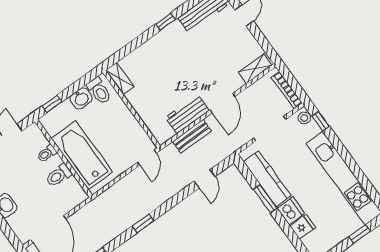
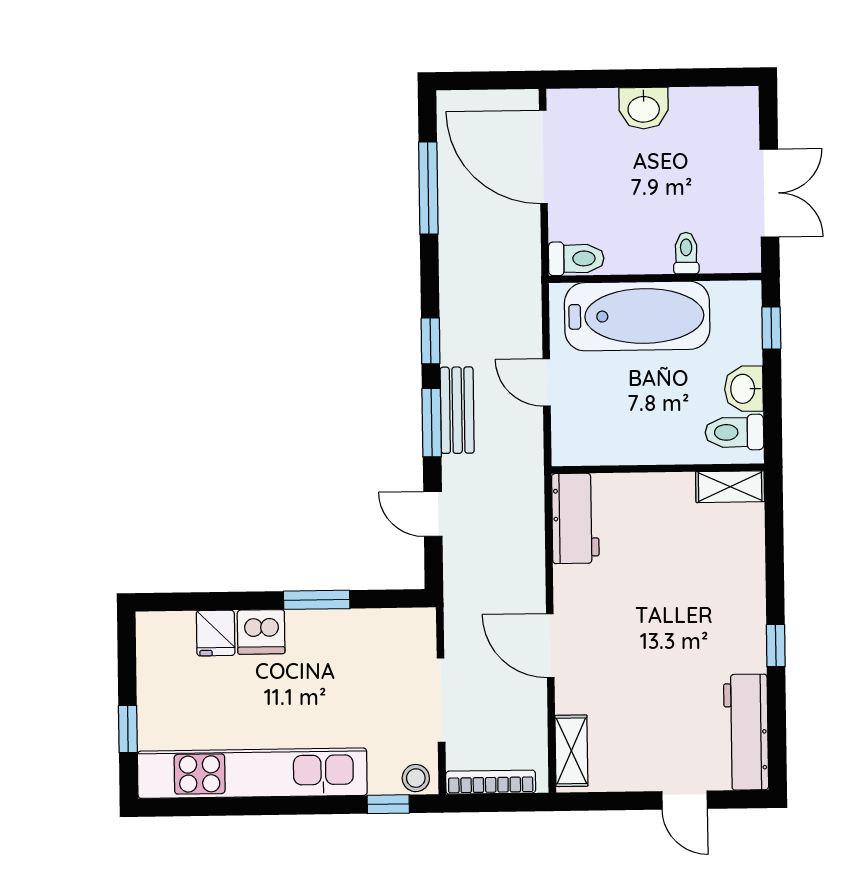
workbench: (187, 114) -> (575, 518), moved
bench: (192, 136) -> (457, 410), moved
door: (147, 158) -> (547, 382), moved
toilet: (59, 175) -> (576, 259), moved, turned 90
kitchen counter: (267, 179) -> (351, 630), removed
window: (172, 202) -> (432, 423), added

